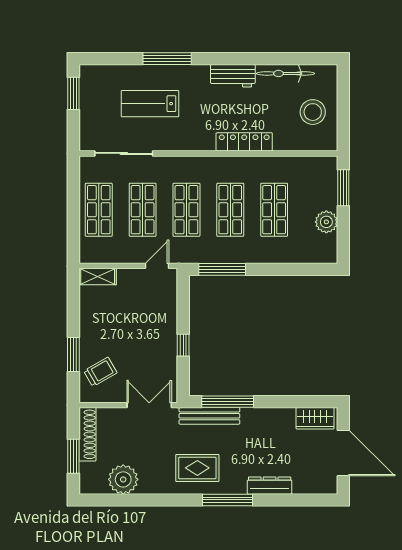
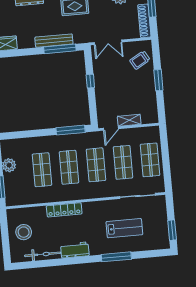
shelving: (98, 277) -> (129, 120), moved
window: (73, 354) -> (158, 80), moved
bench: (209, 416) -> (54, 41), moved

